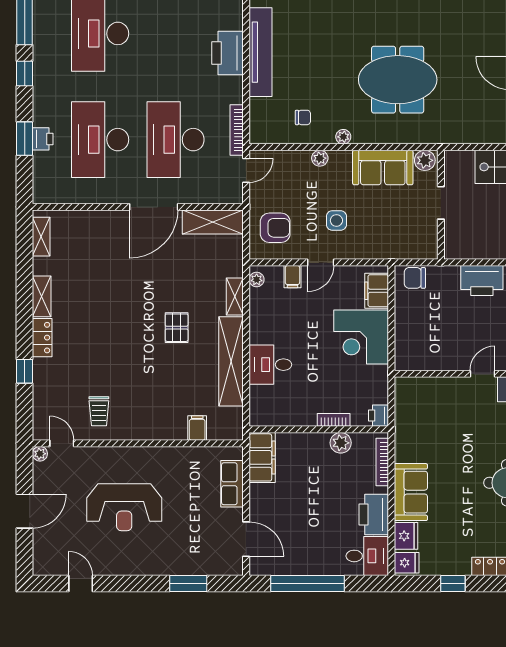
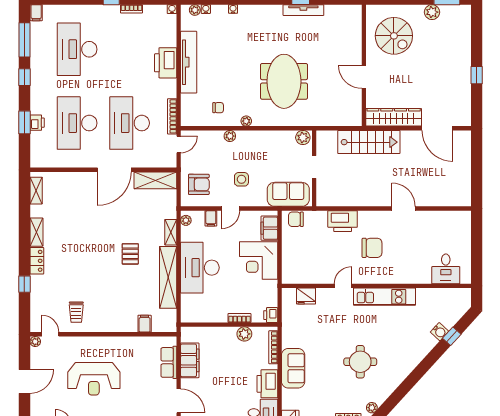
meeting table: (398, 80) -> (284, 81), turned 90
sofa: (383, 168) -> (288, 194), moved, turned 180
desk: (270, 365) -> (200, 268), width x1.87, depth x1.30
filing cabinet: (262, 457) -> (190, 360), moved
fridge: (406, 536) -> (306, 296), moved, turned 90

